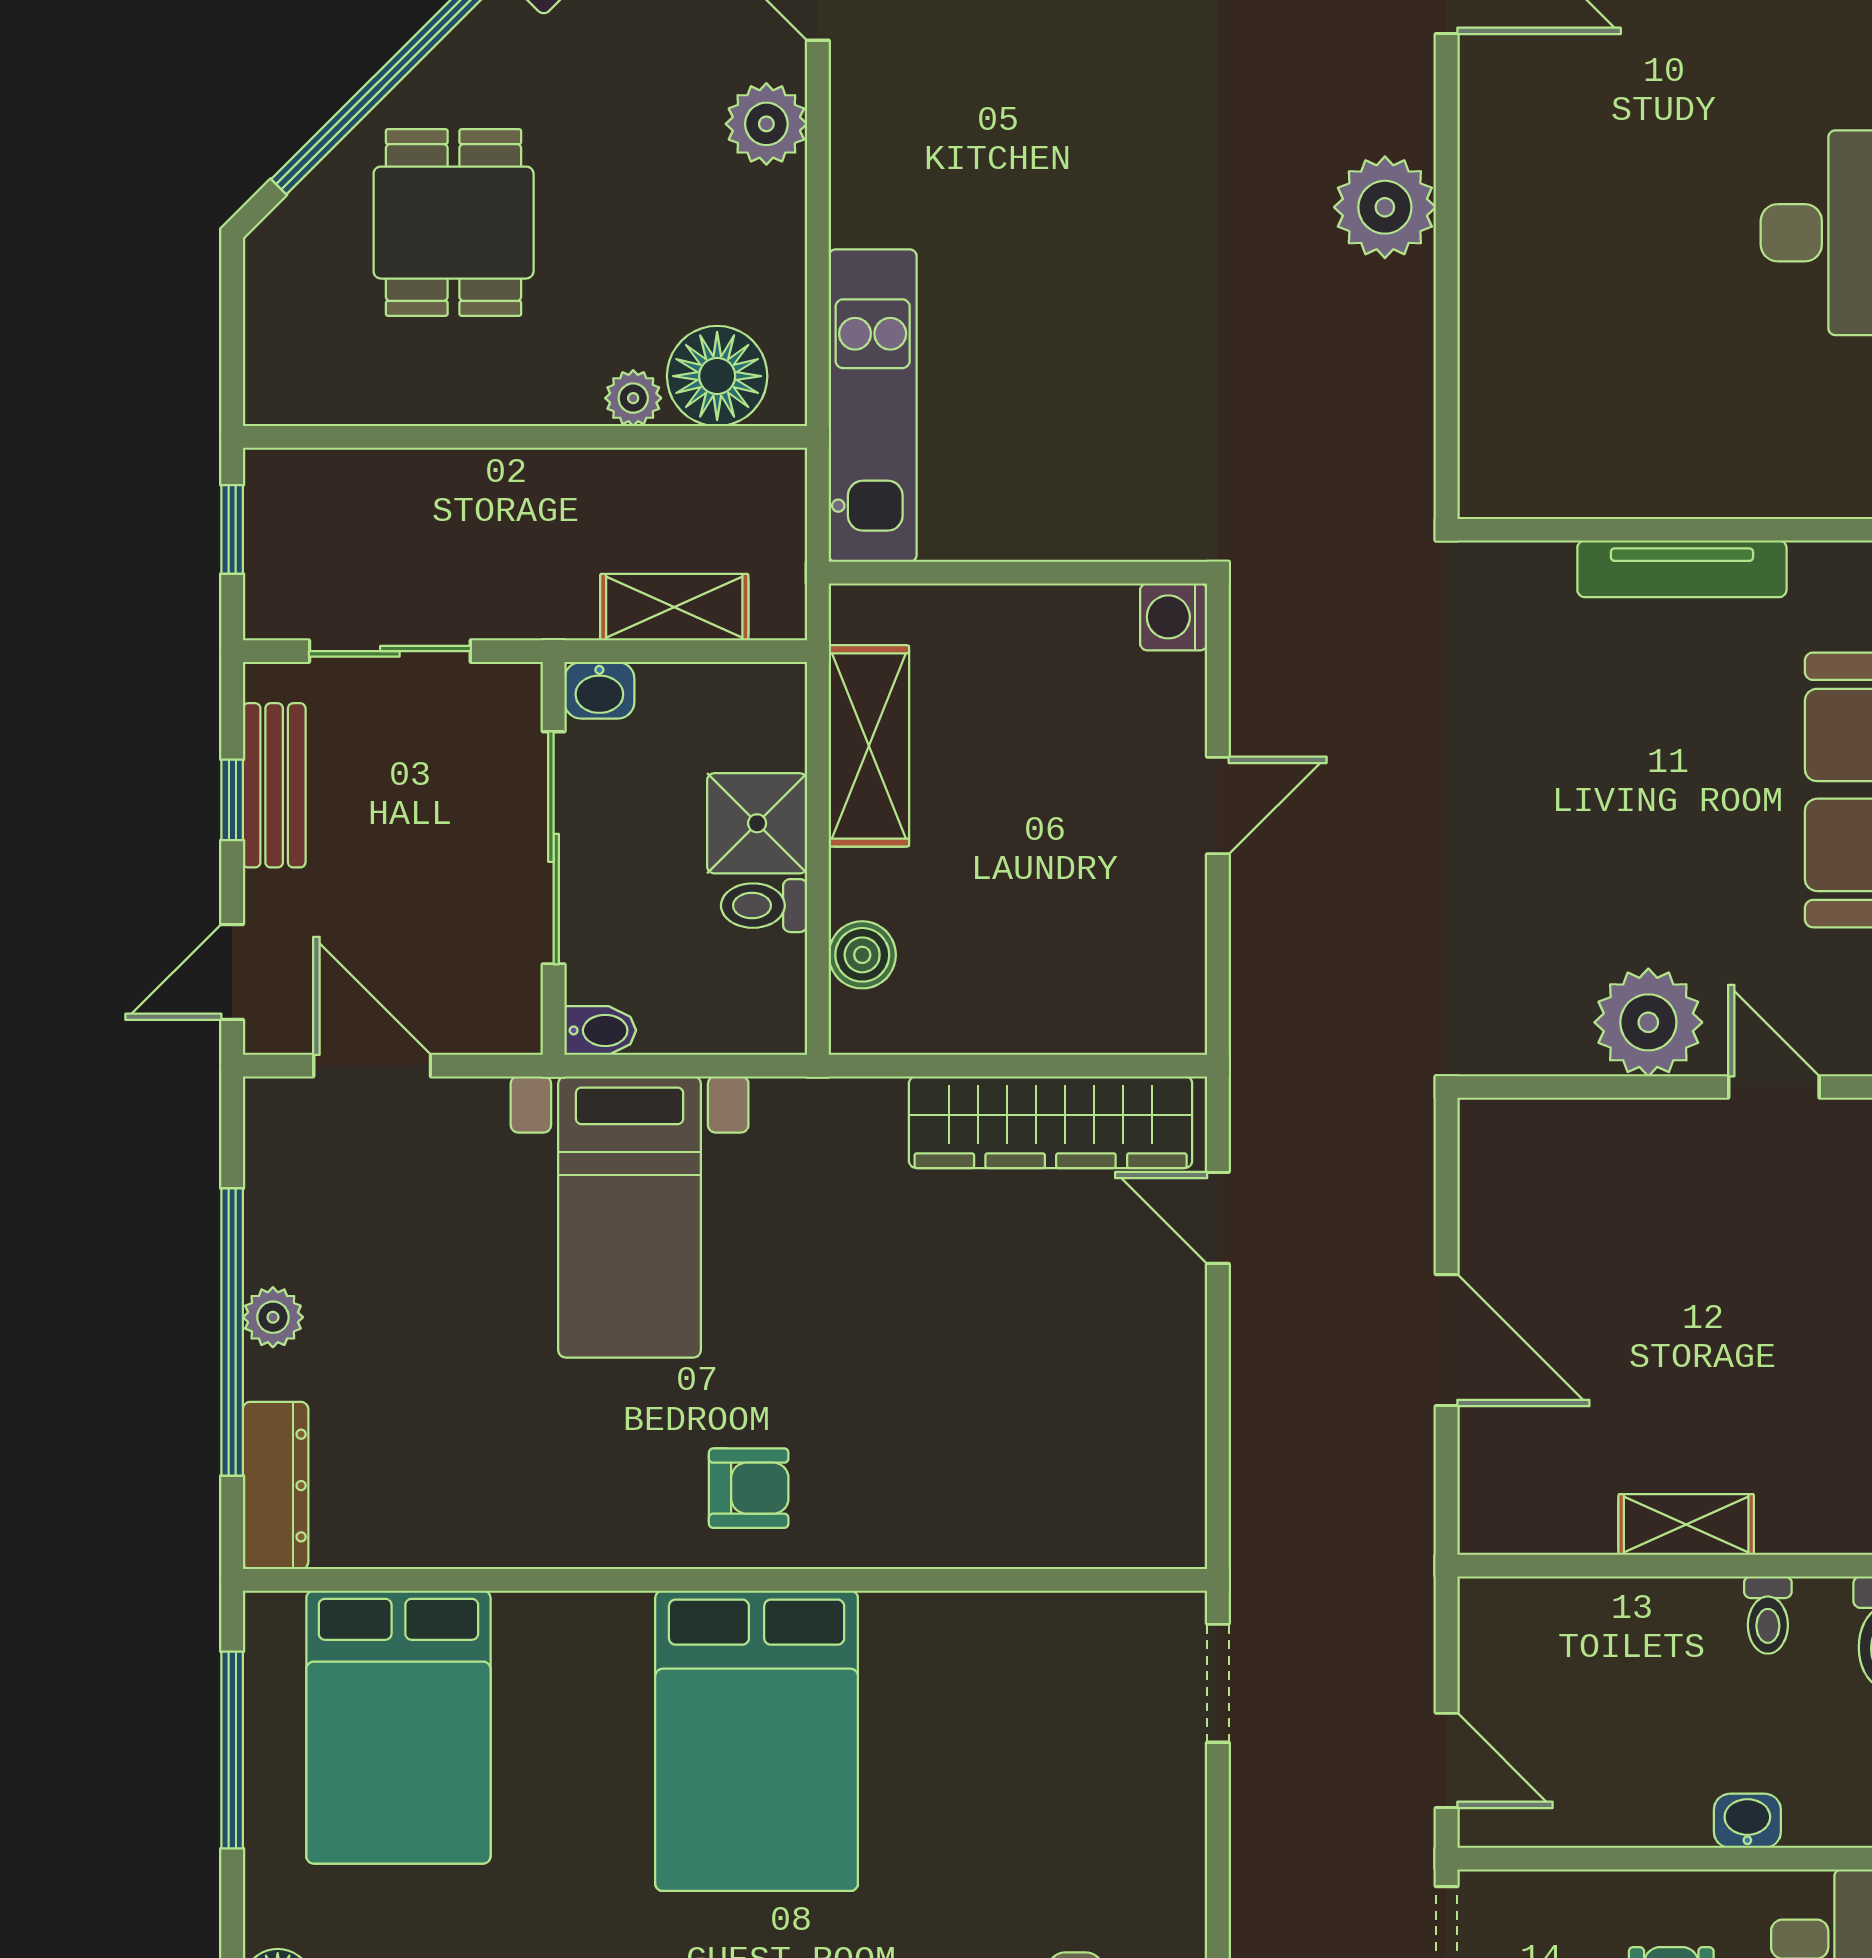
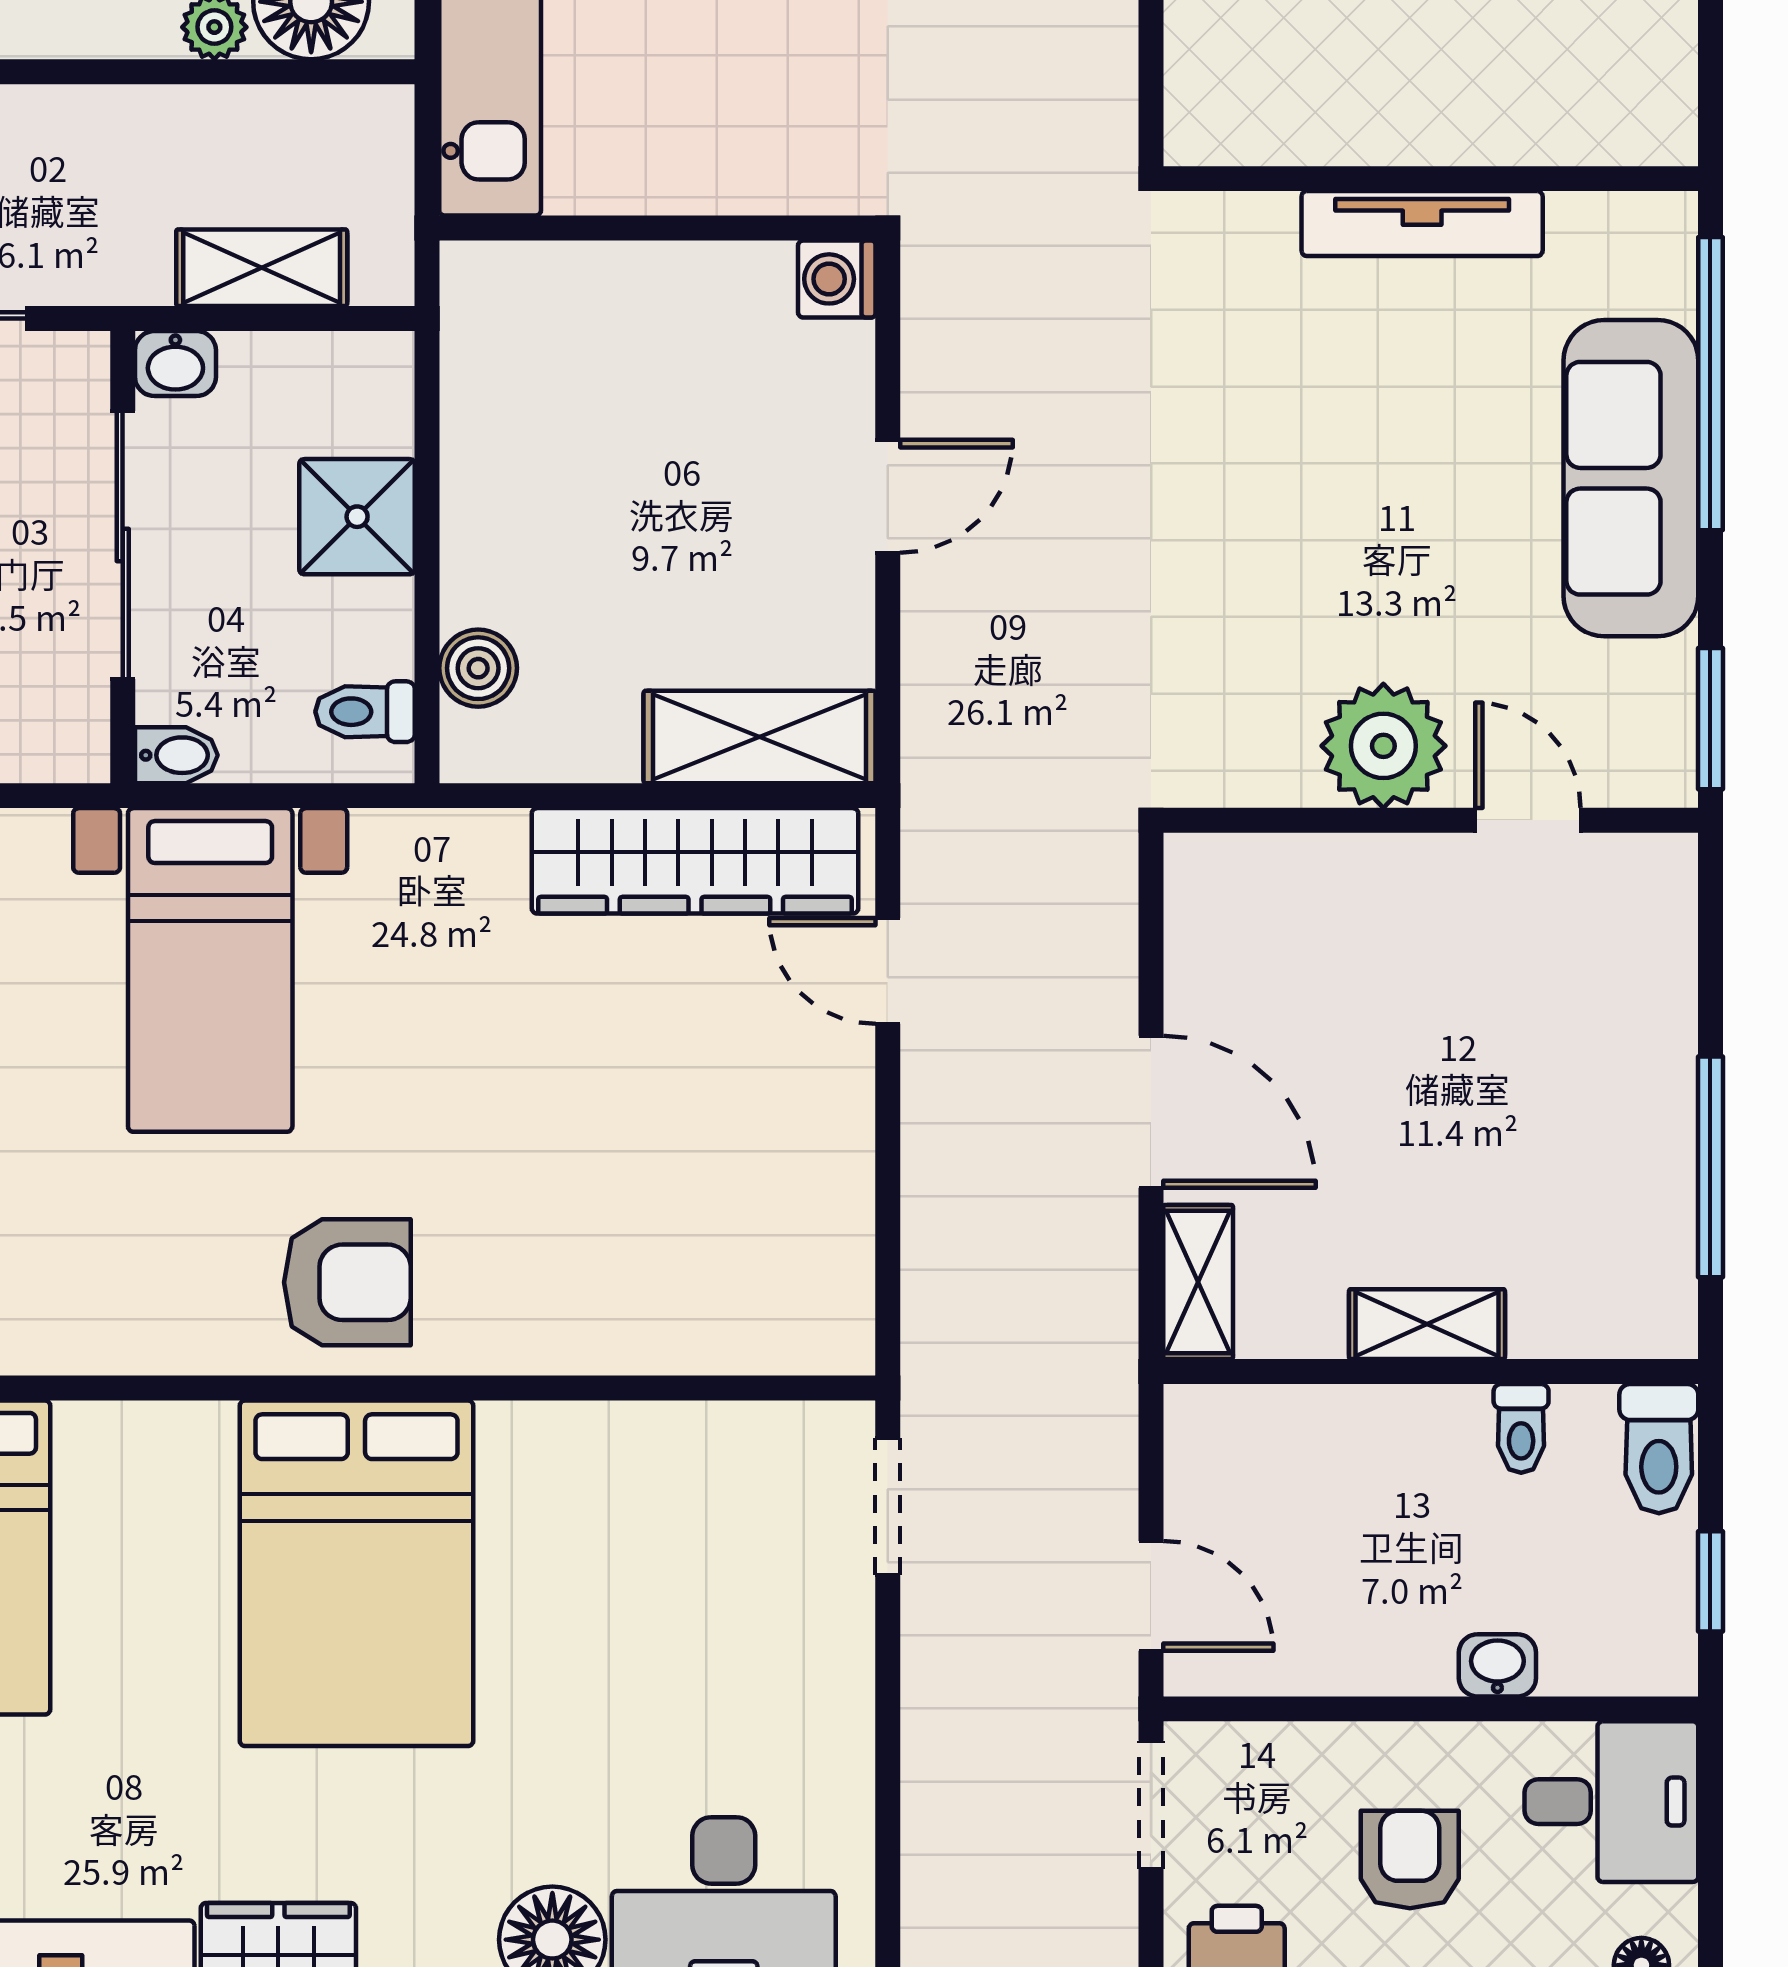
shelving: (869, 746) -> (759, 737), moved, turned 90
toilet: (764, 906) -> (365, 712), moved
armchair: (749, 1488) -> (347, 1282), width x1.38, depth x1.38
shelving: (1487, 1488) -> (1198, 1282), added

